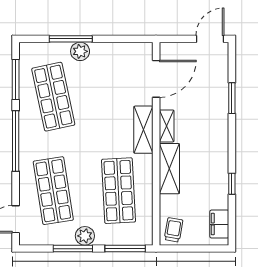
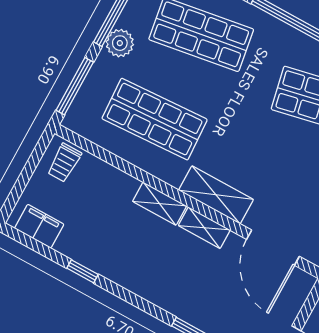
shelving: (169, 169) -> (160, 204), width x0.67, depth x0.75
trolley: (174, 230) -> (64, 163), turned 80

